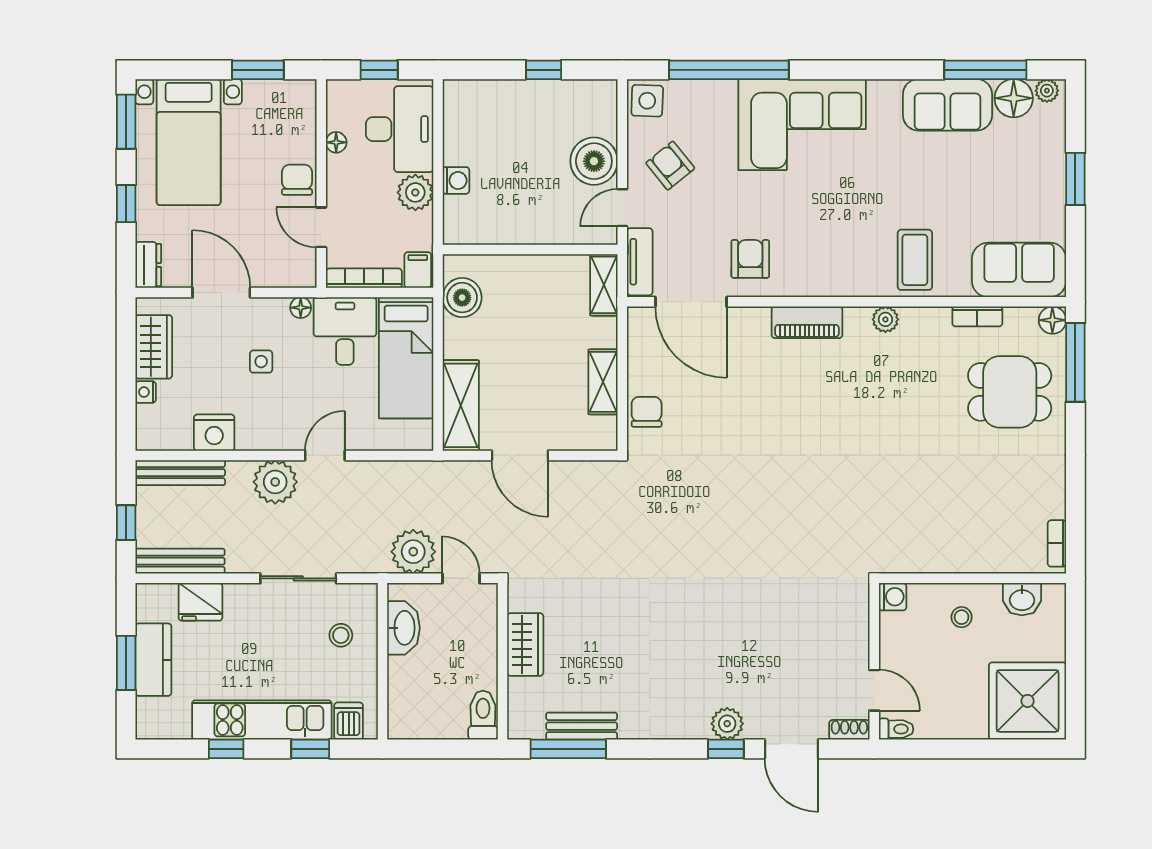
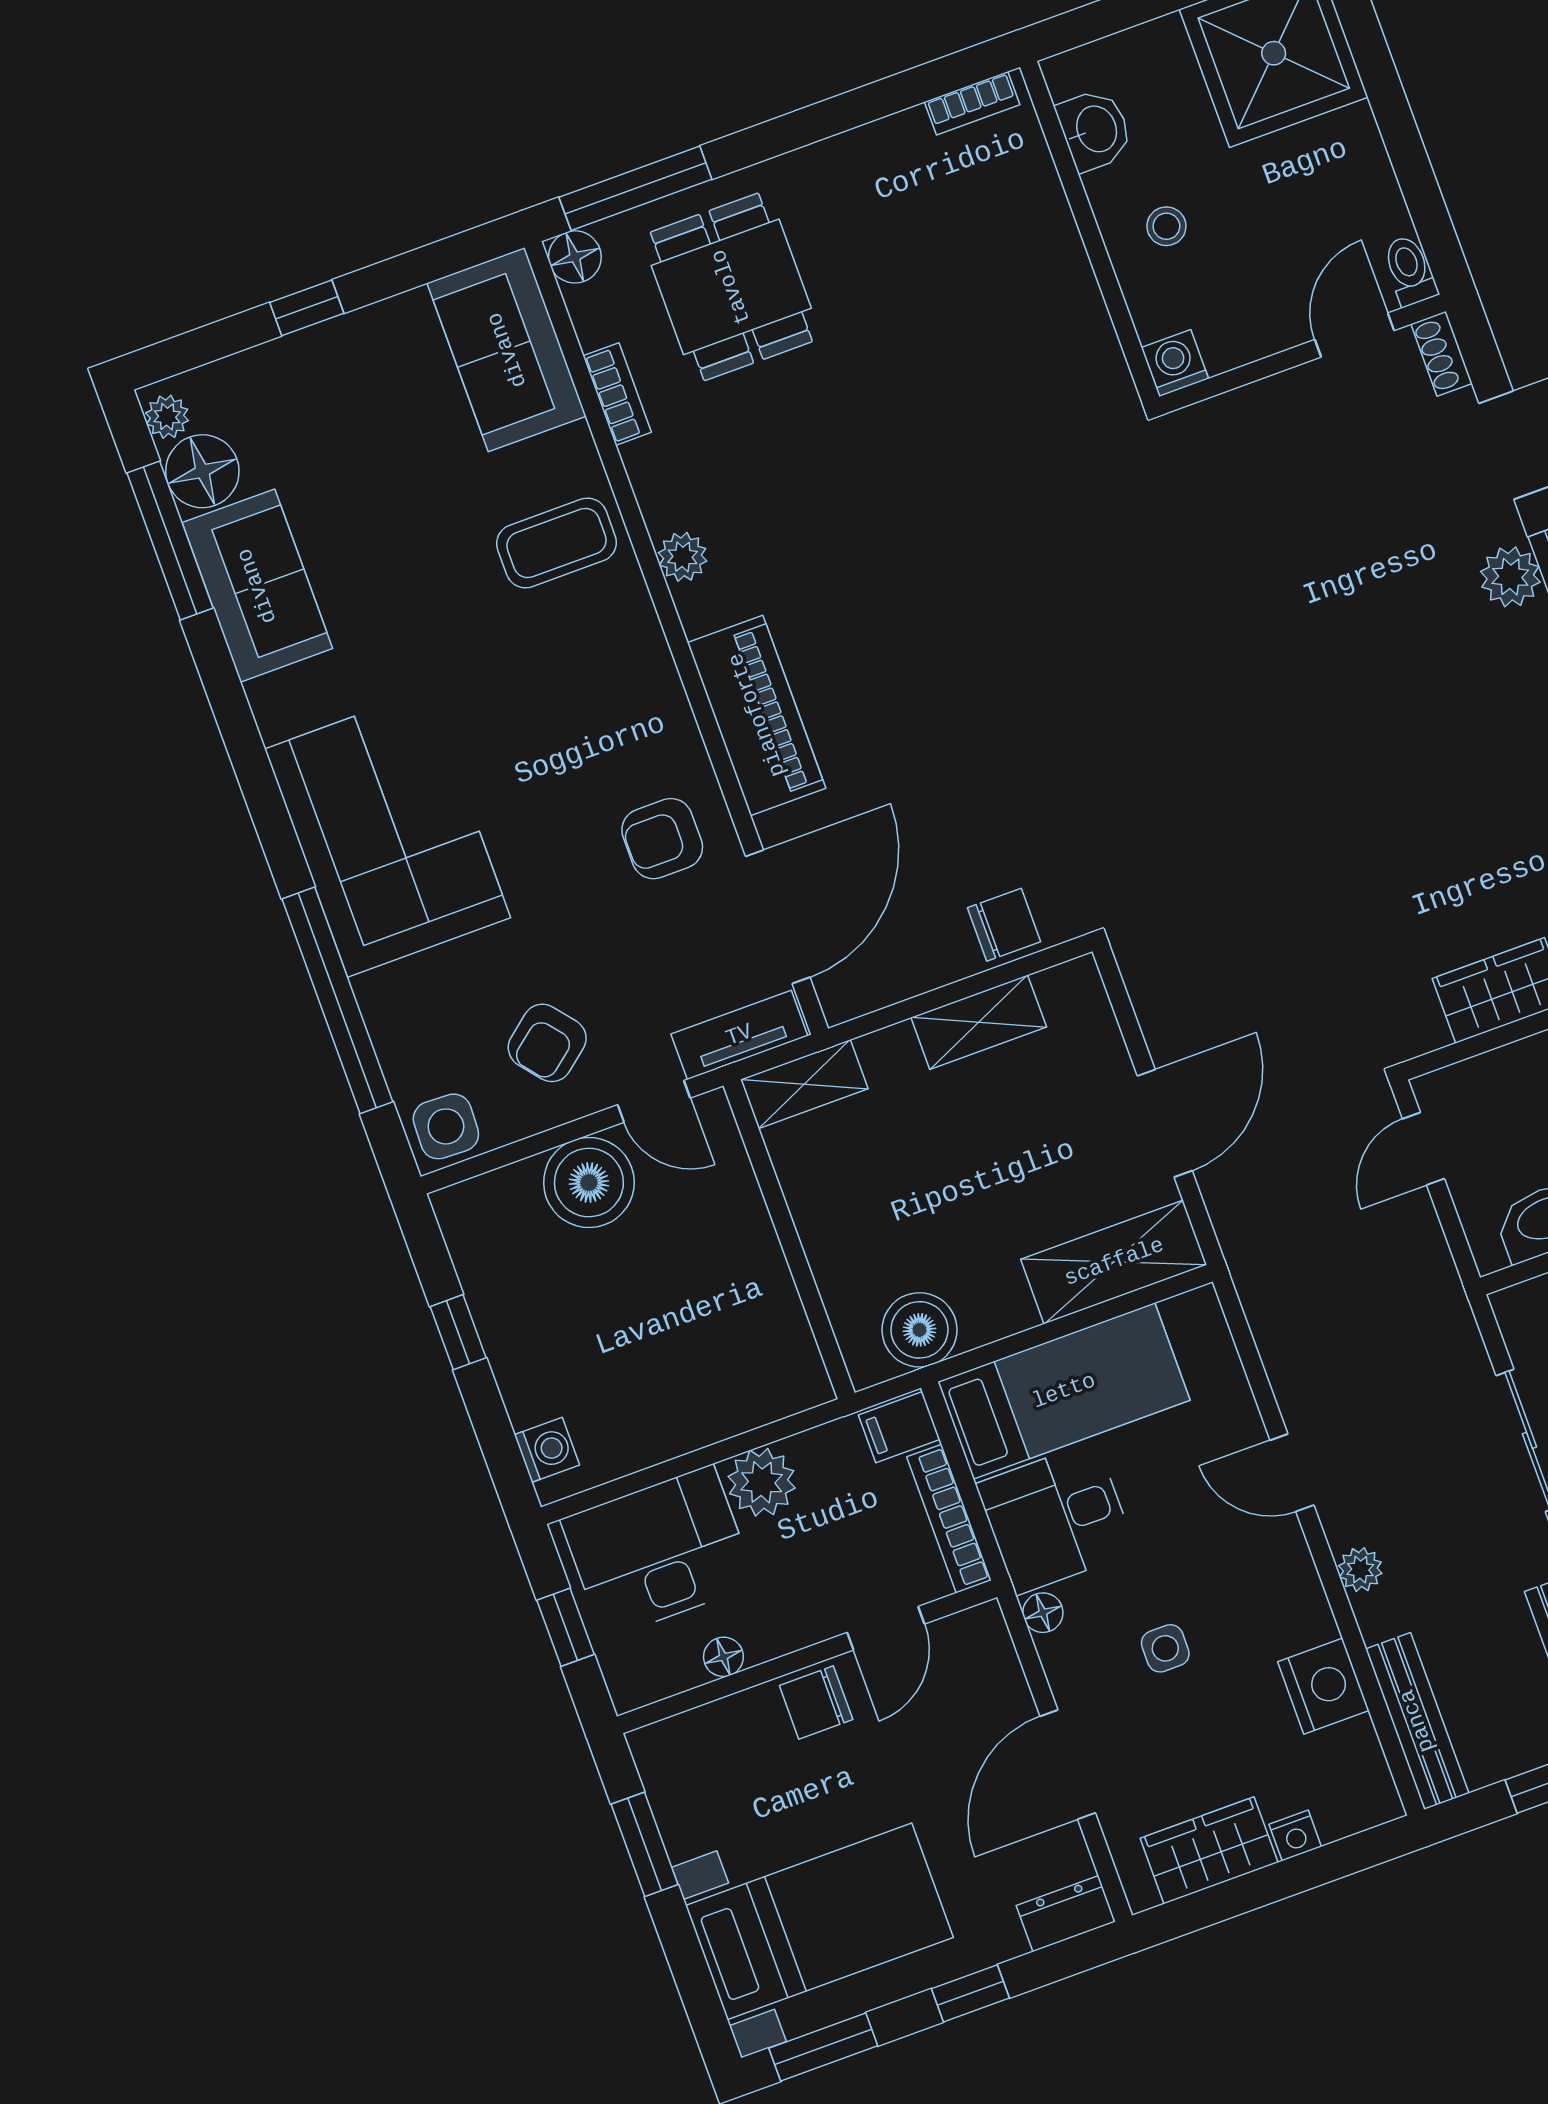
window: (1075, 179) -> (307, 308), width x0.67
washing machine: (456, 180) -> (547, 1450), moved, turned 90
piano: (807, 322) -> (757, 715), width x1.37, depth x1.33
chair: (647, 412) -> (1004, 925), turned 180
plant: (275, 482) -> (1360, 1570), width x0.53, depth x0.53
plant: (413, 552) -> (1407, 1252), removed

